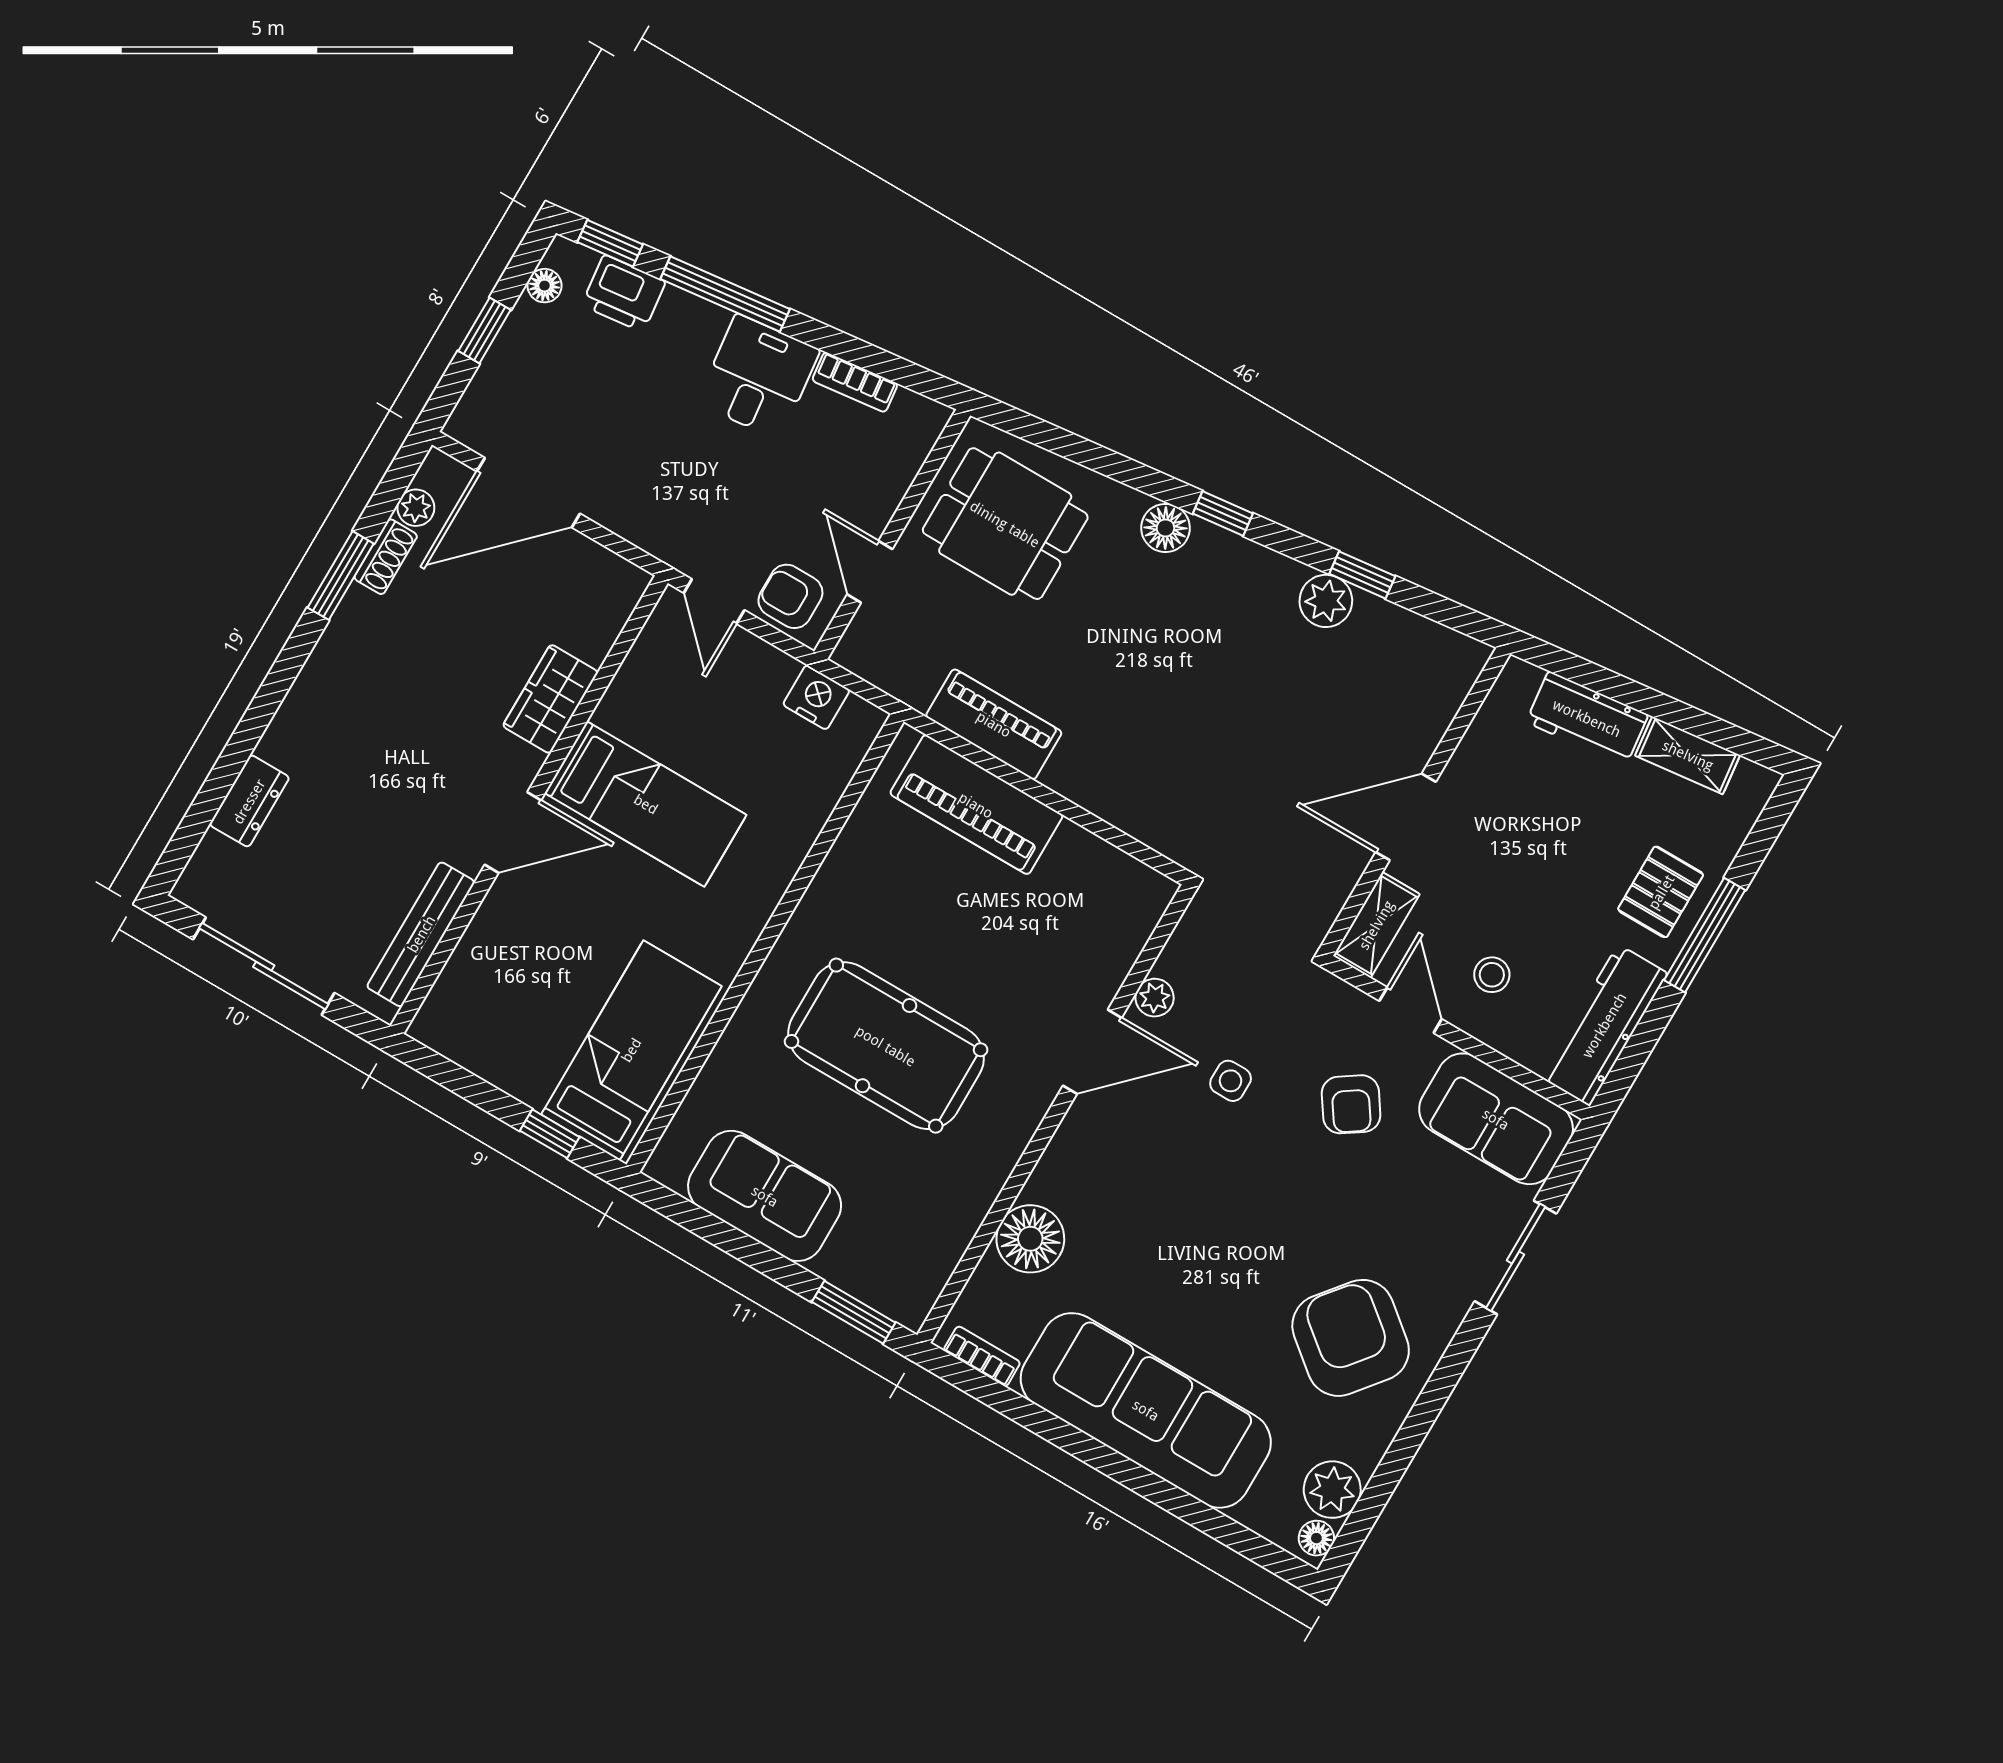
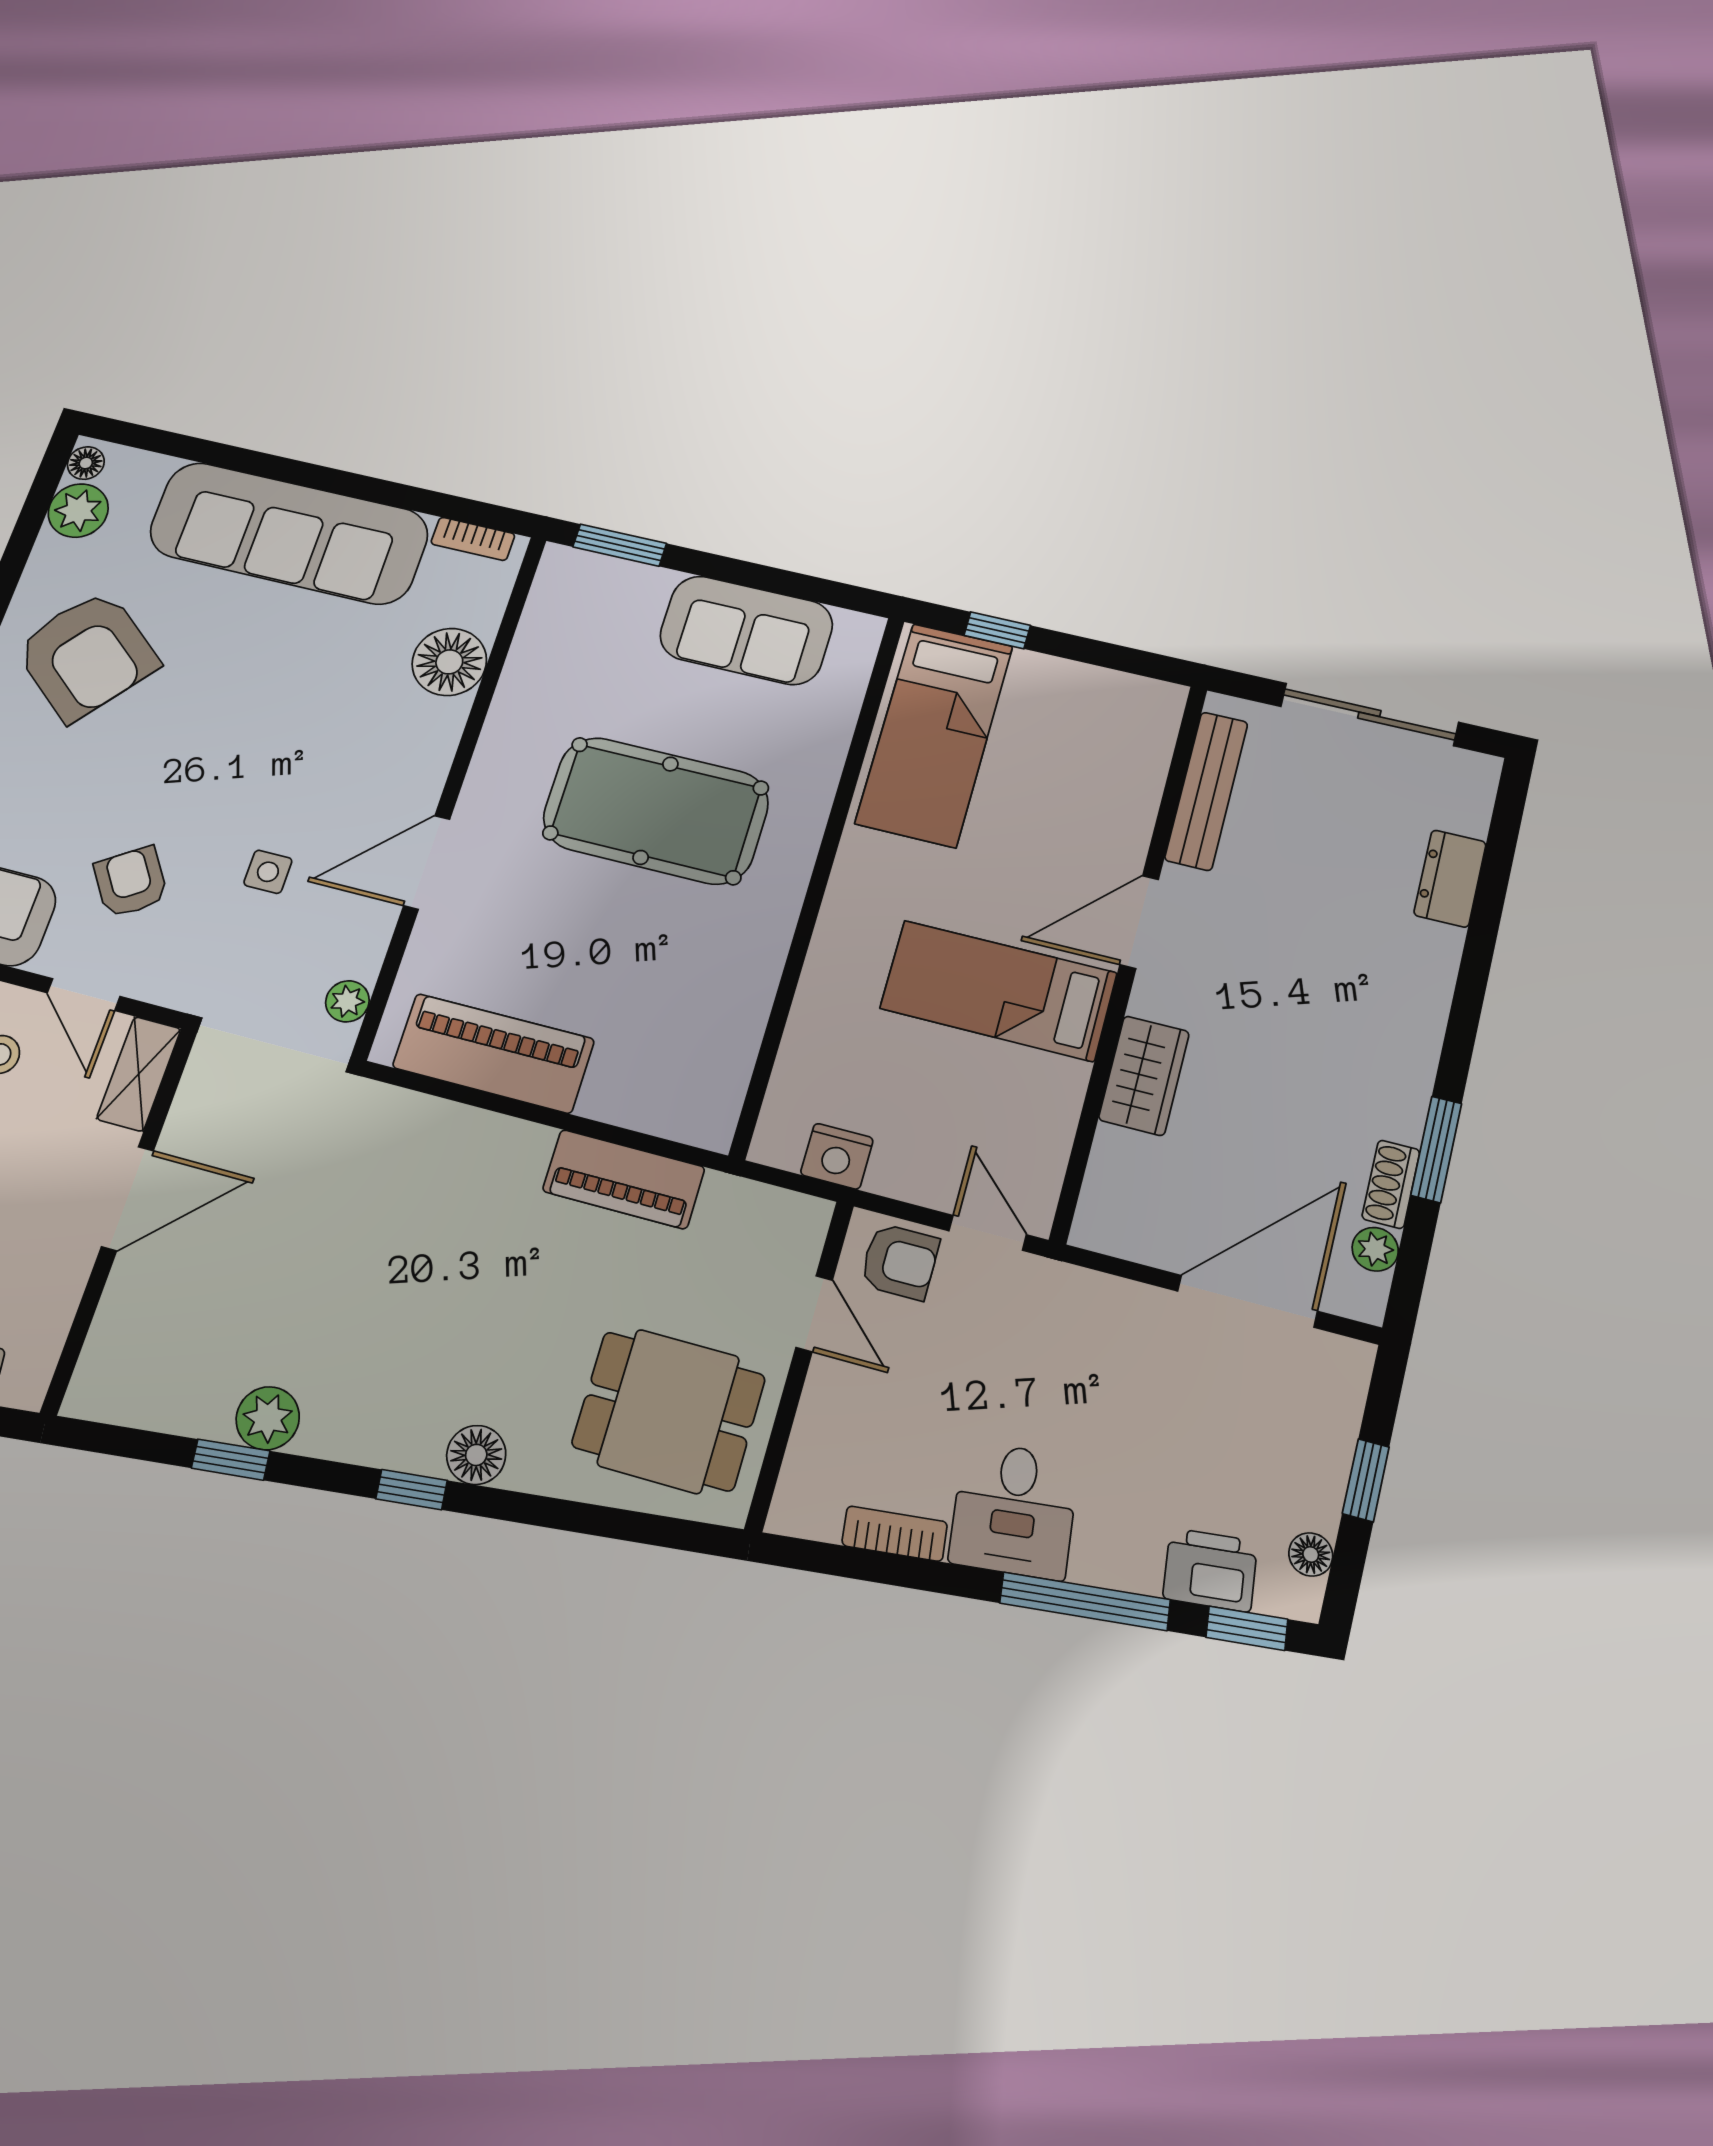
piano: (976, 805) -> (493, 1053), moved
plant: (1155, 998) -> (347, 1001), moved

